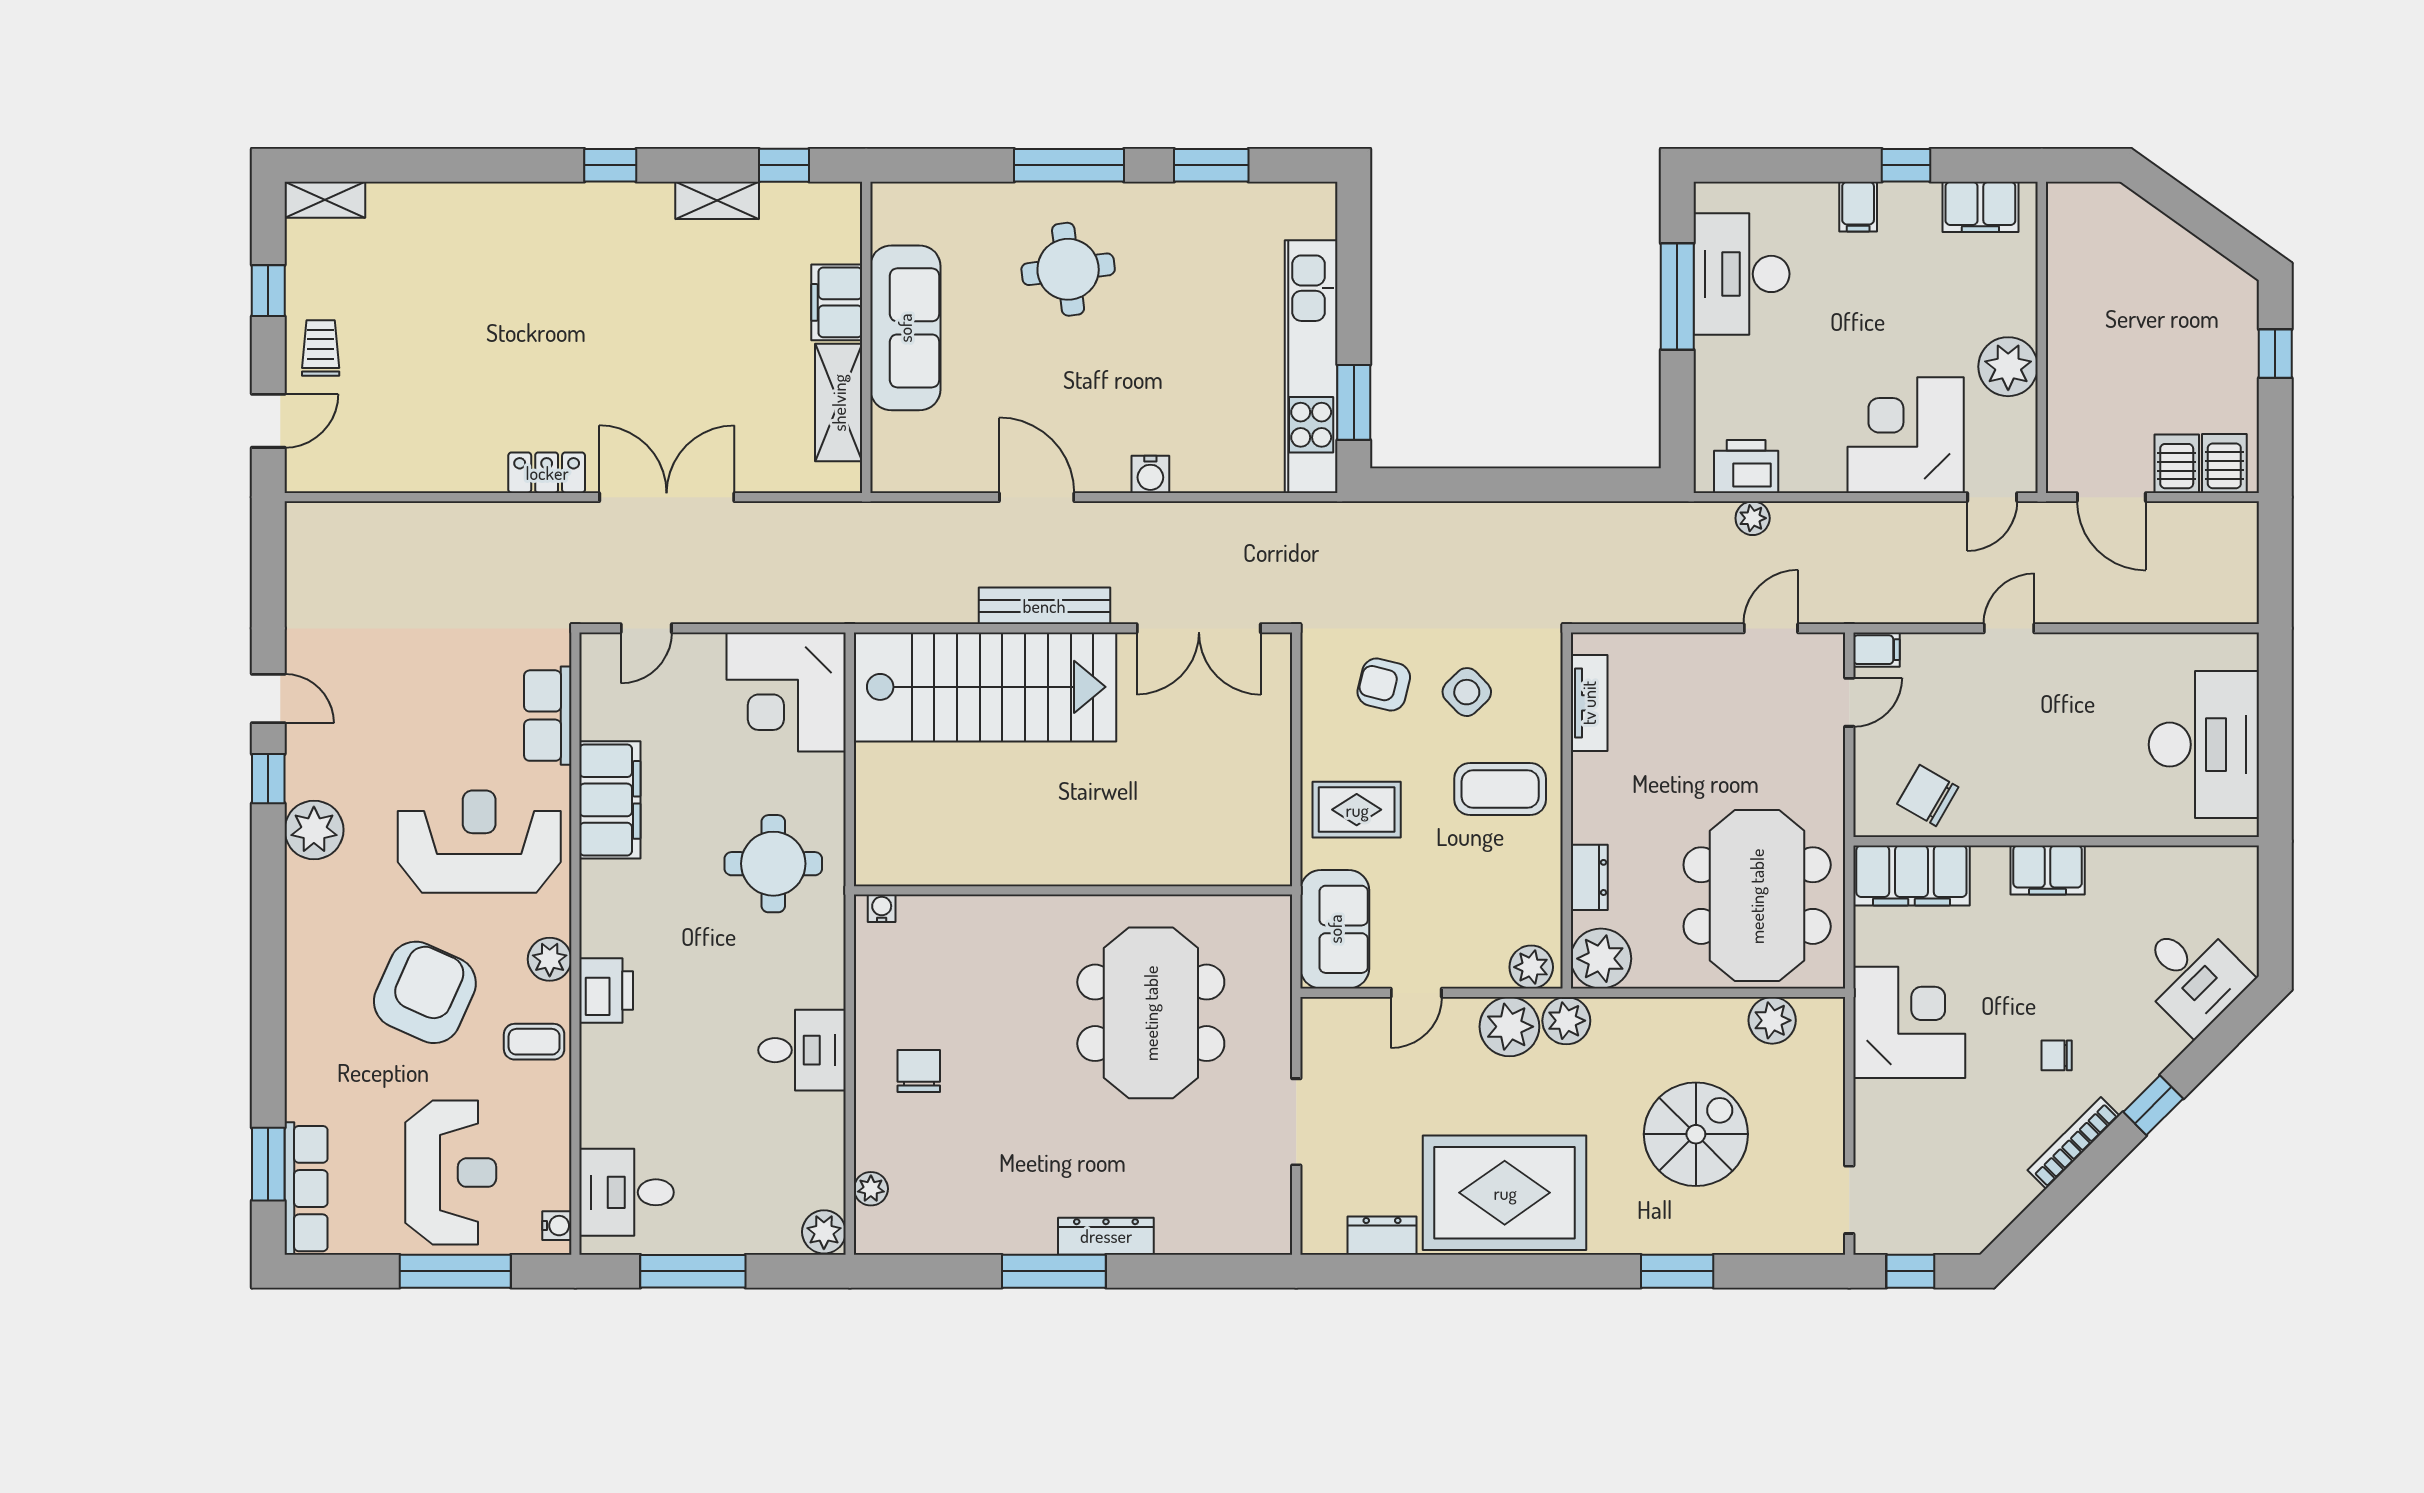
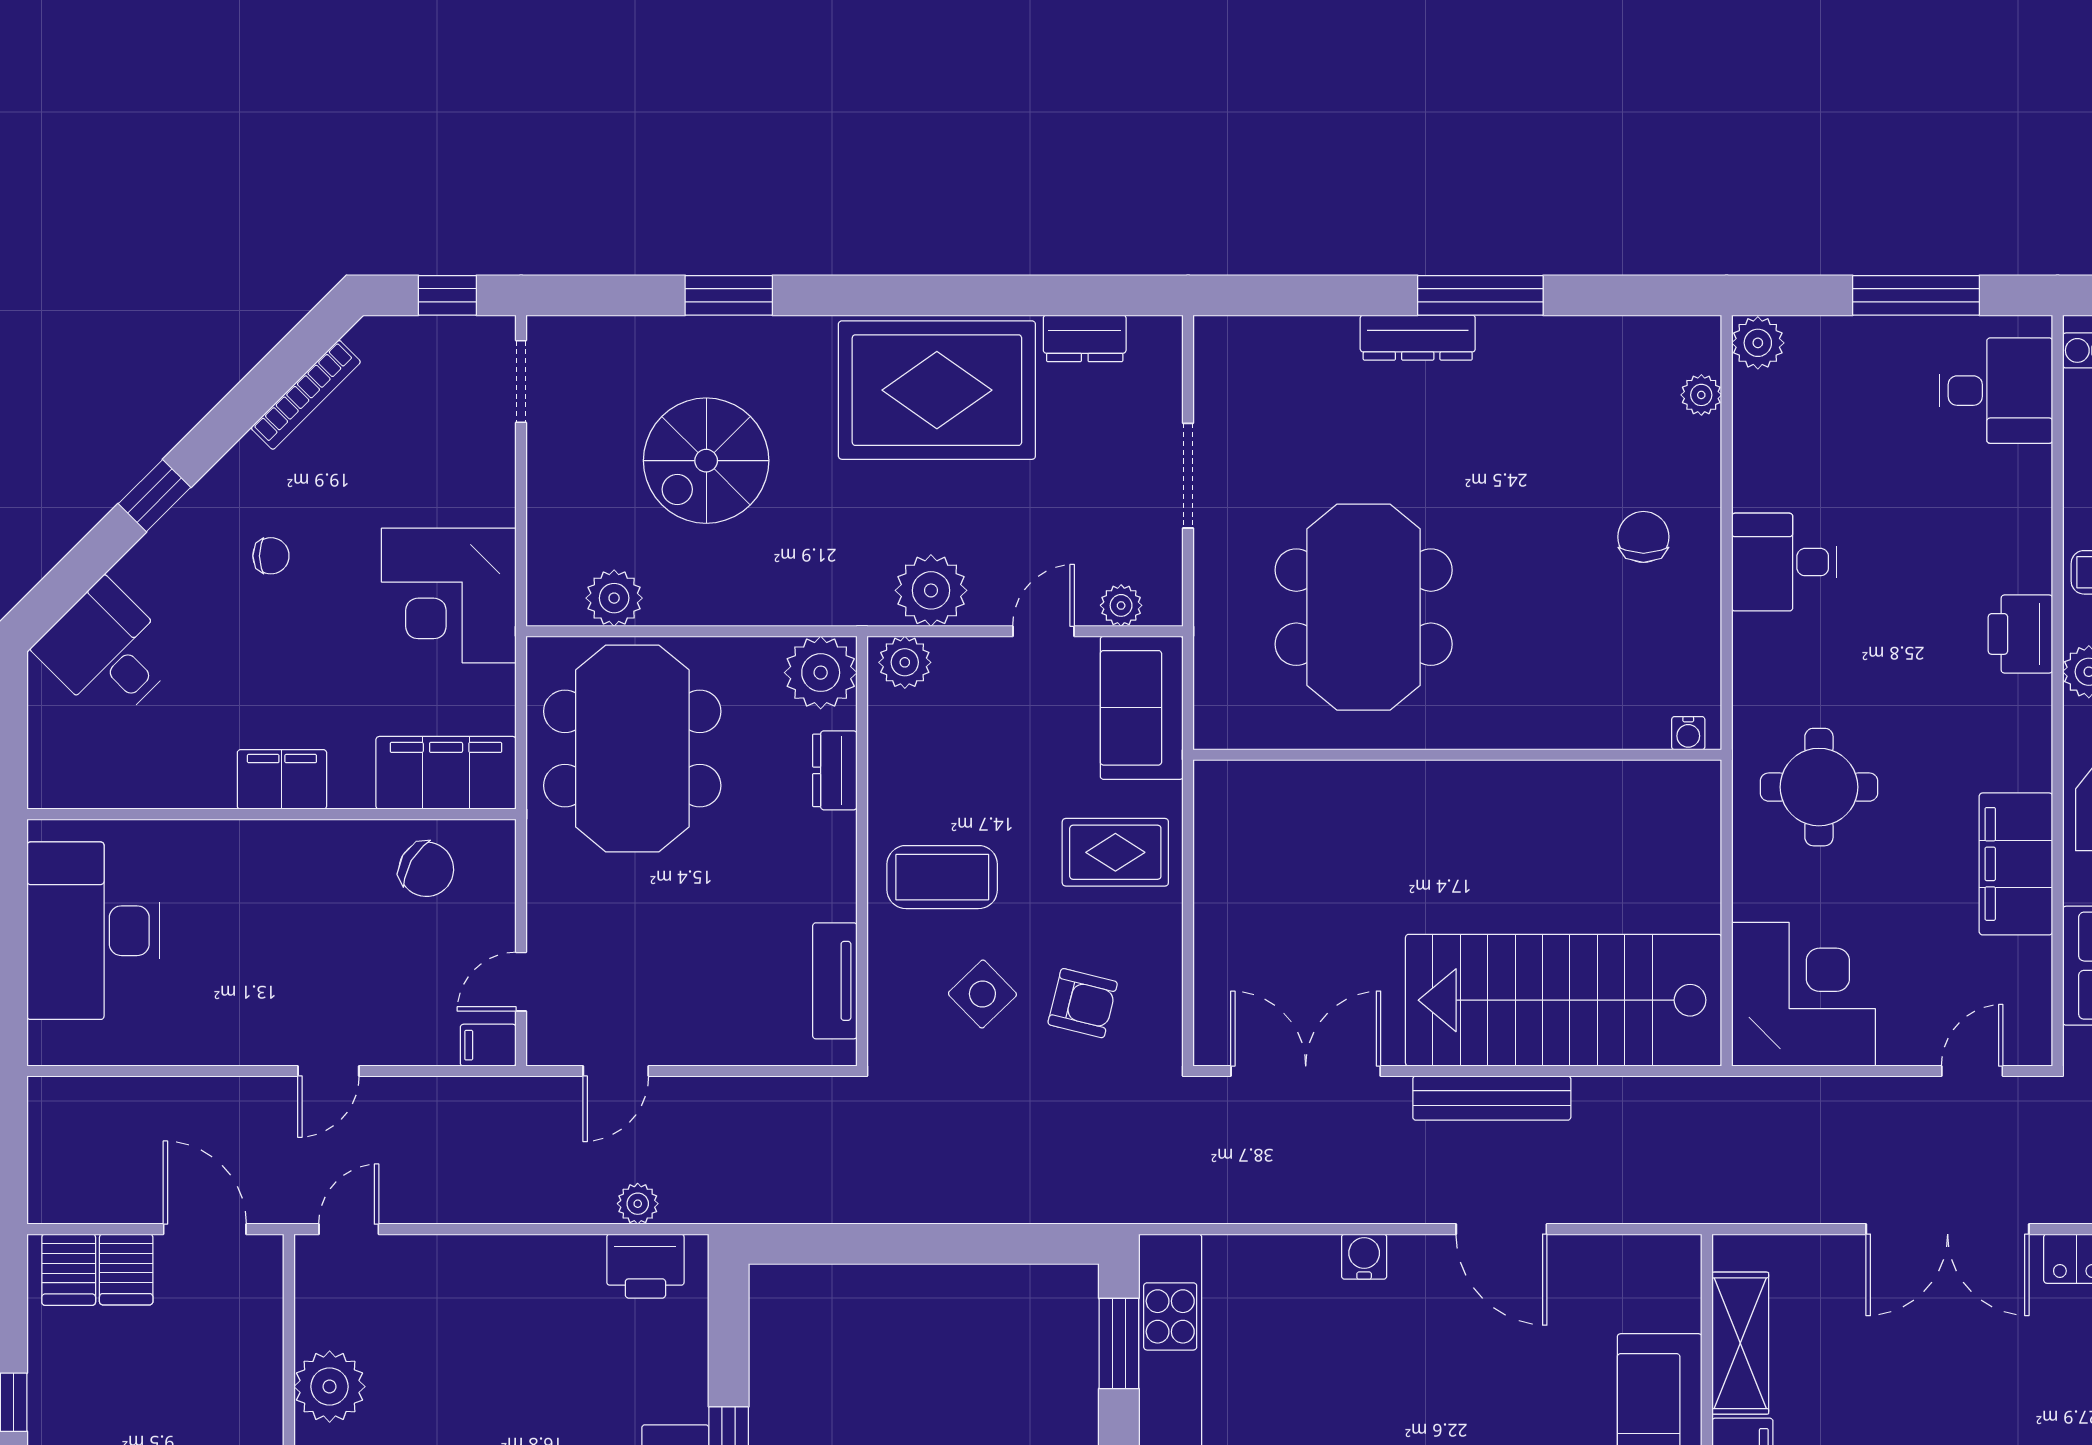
corner desk: (1906, 435) -> (453, 1304), removed
plant: (1566, 1021) -> (1121, 605), moved, width x0.73, depth x0.73
chair: (919, 1071) -> (1643, 537), turned 180
bookcase: (2074, 1143) -> (306, 395), moved

